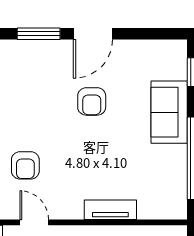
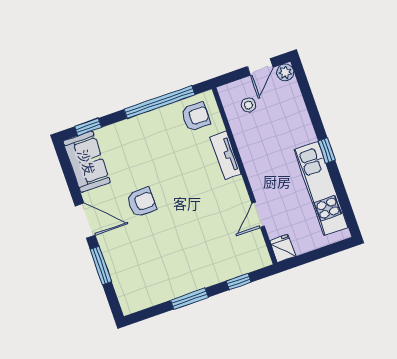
sofa: (169, 112) -> (87, 162), moved, turned -90
armchair: (25, 165) -> (196, 116), moved

